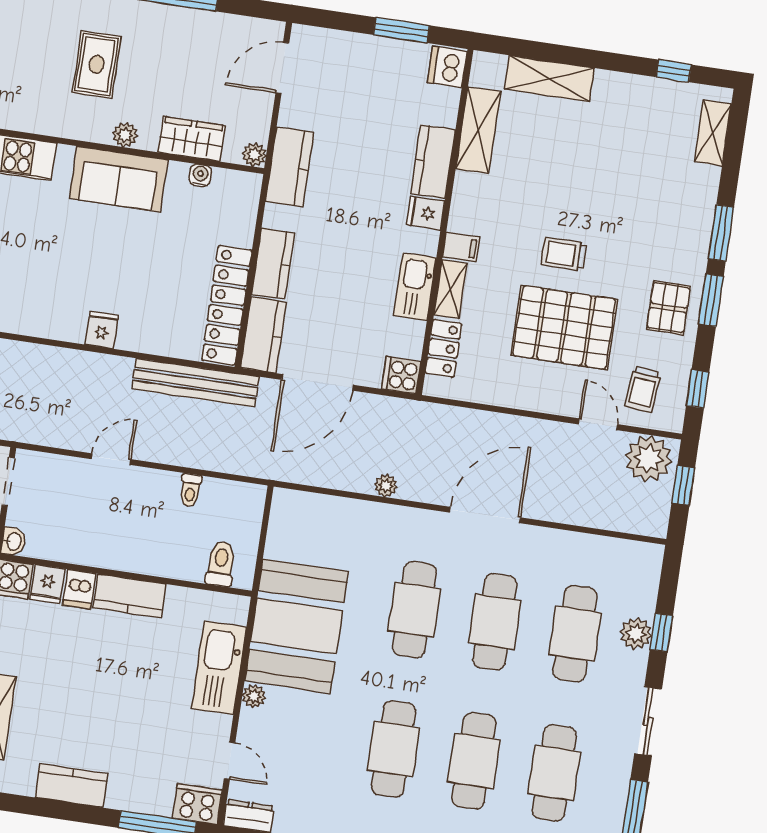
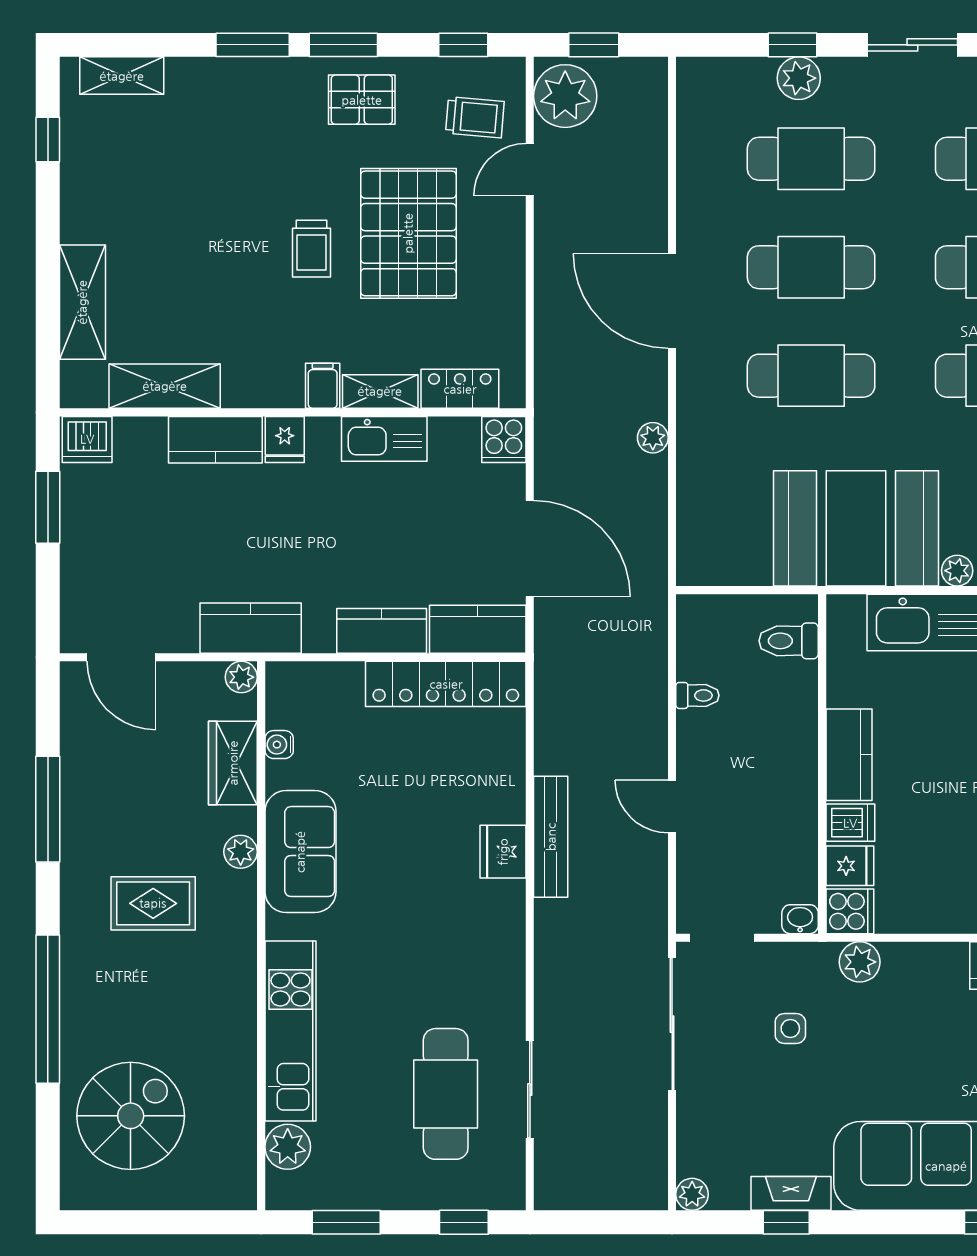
fridge: (102, 330) -> (503, 852), width x1.38
bench: (195, 383) -> (551, 837), moved, width x0.73, depth x0.82

